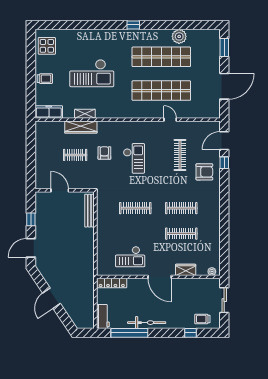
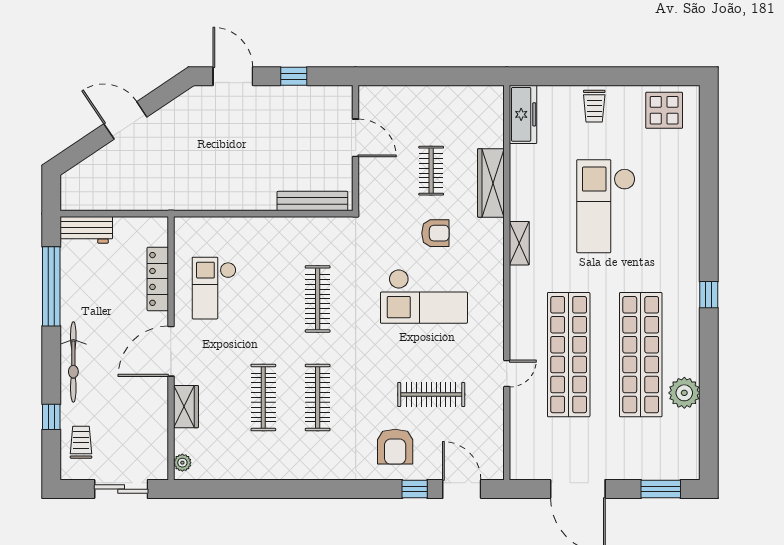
shelving: (85, 114) -> (519, 243), moved
checkout: (134, 158) -> (424, 296), width x1.36, depth x1.21
door: (60, 190) -> (356, 138), hinge flipped
locker: (112, 283) -> (158, 279), moved
bicycle: (147, 323) -> (73, 362), moved

